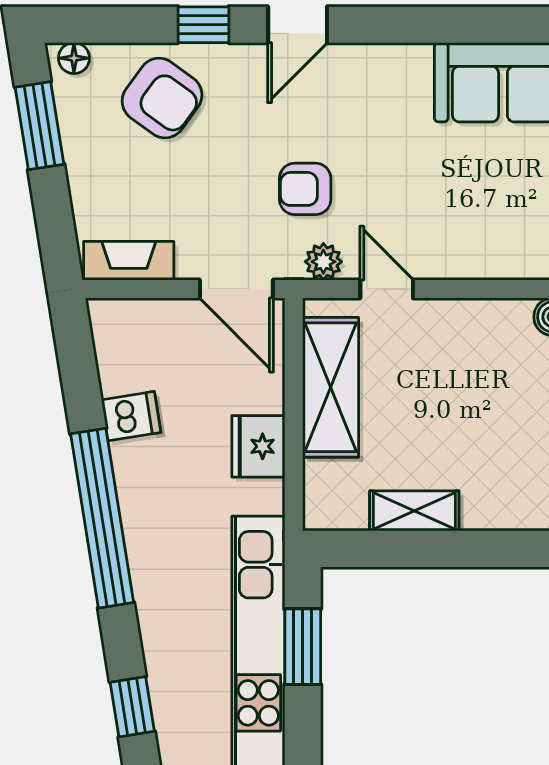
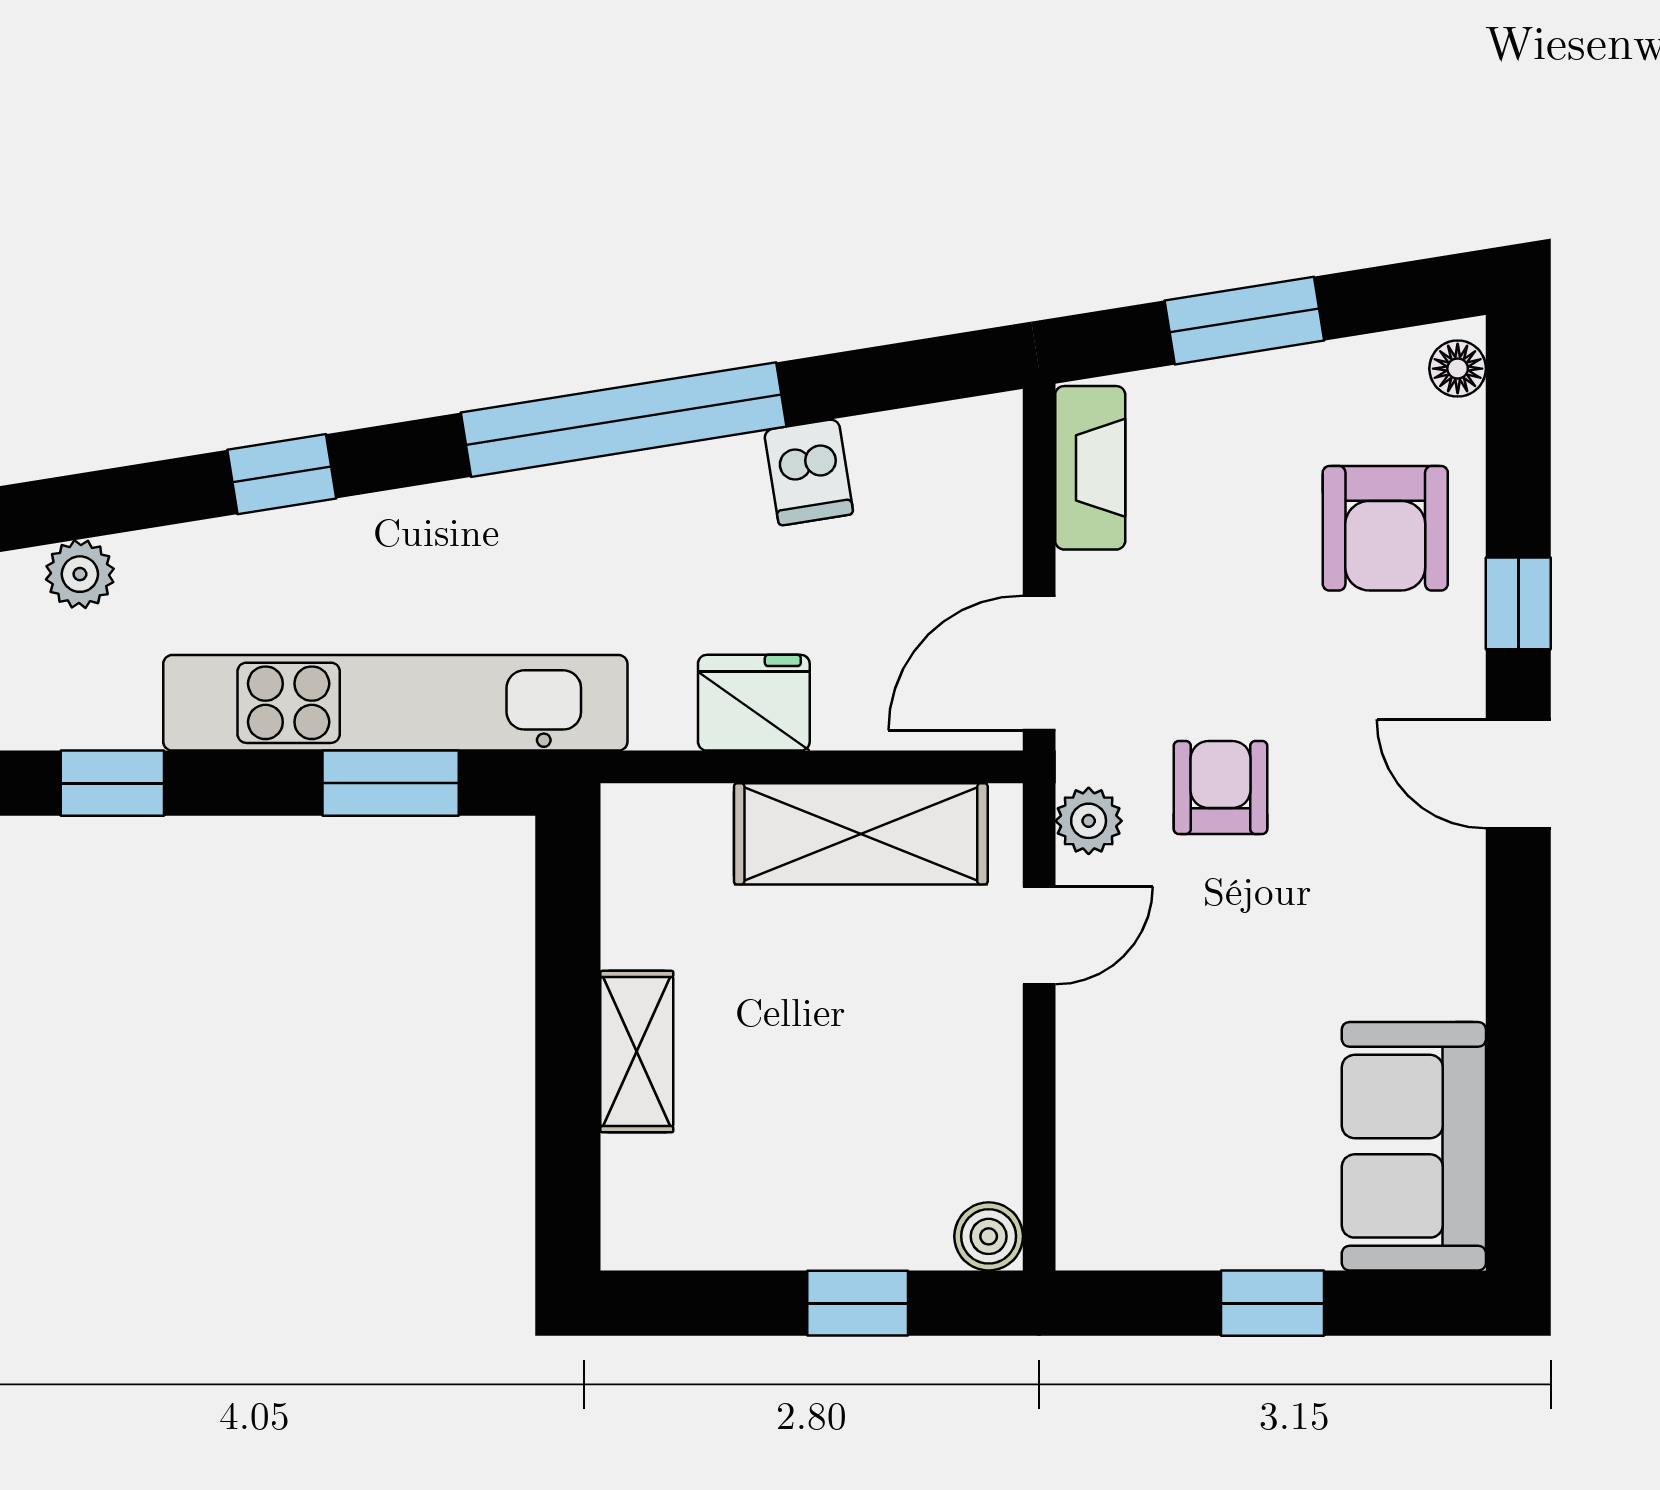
armchair: (162, 98) -> (1385, 528), turned -36
window: (39, 126) -> (1244, 321), moved
shelving: (414, 511) -> (637, 1052), moved

